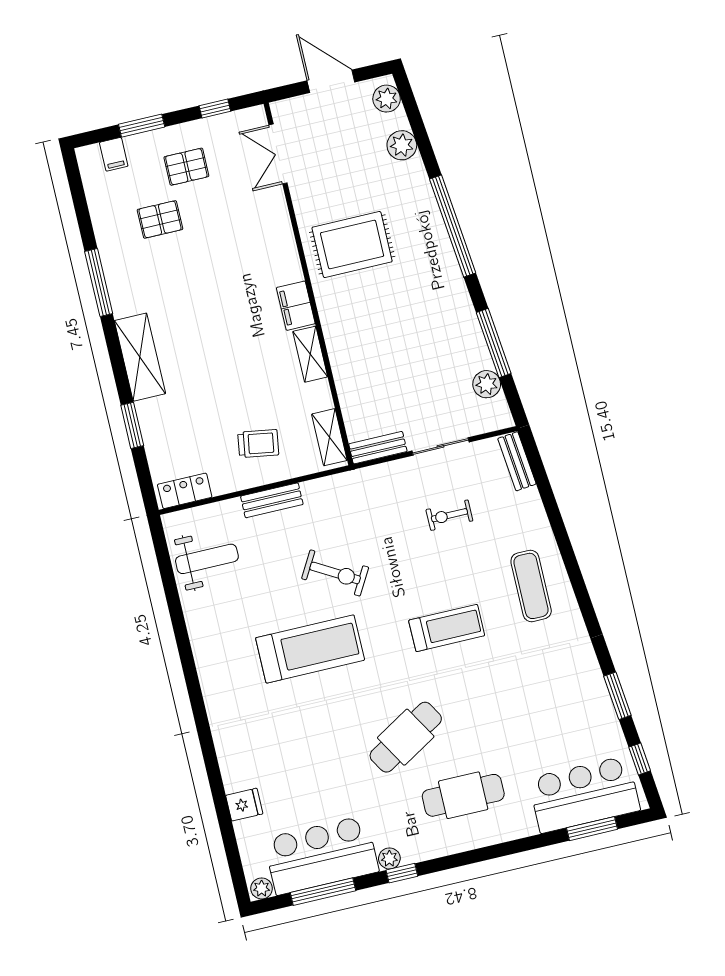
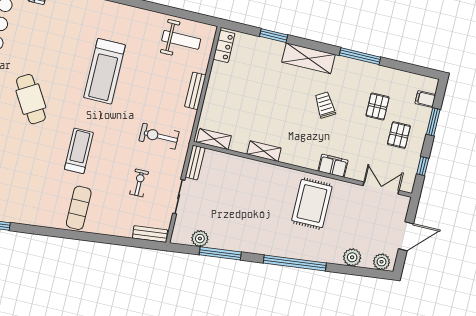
filing cabinet: (296, 306) -> (333, 166), moved
trolley: (258, 444) -> (325, 105), moved, turned 141
weight bench: (207, 559) -> (181, 40), turned -90
exercise bike: (335, 573) -> (159, 136), moved, turned 60
exercise mat: (531, 586) -> (79, 208), turned 90
treadmill: (447, 628) -> (79, 151), turned 180

